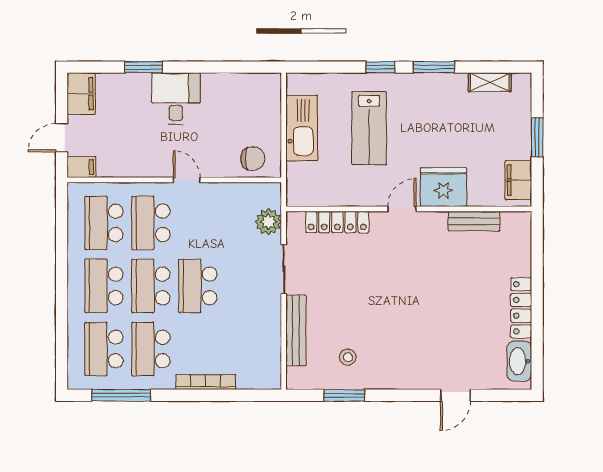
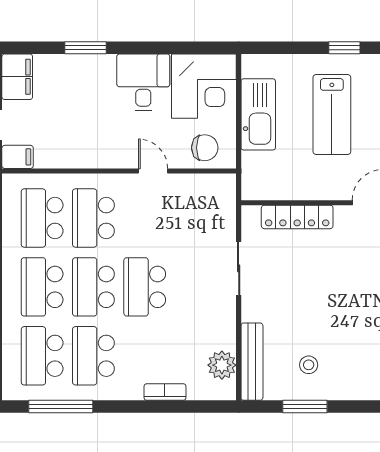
desk: (176, 99) -> (143, 82), moved
corner desk: (252, 102) -> (204, 86), added
door: (187, 180) -> (153, 171), moved
plant: (268, 222) -> (222, 365), moved
bench: (296, 330) -> (252, 362), moved
bookcase: (206, 382) -> (165, 392), width x0.64

